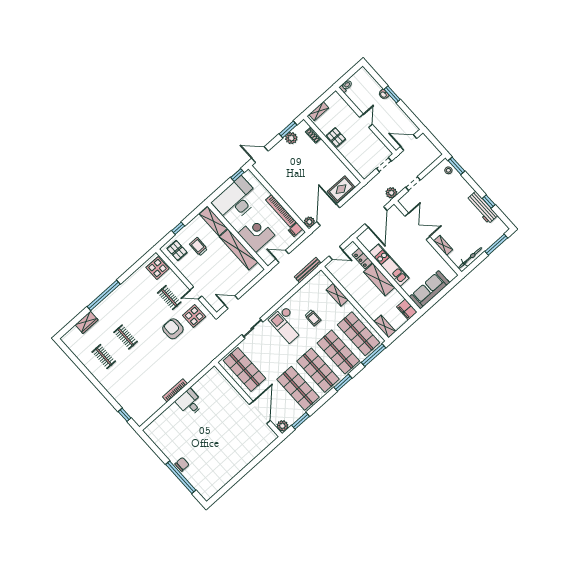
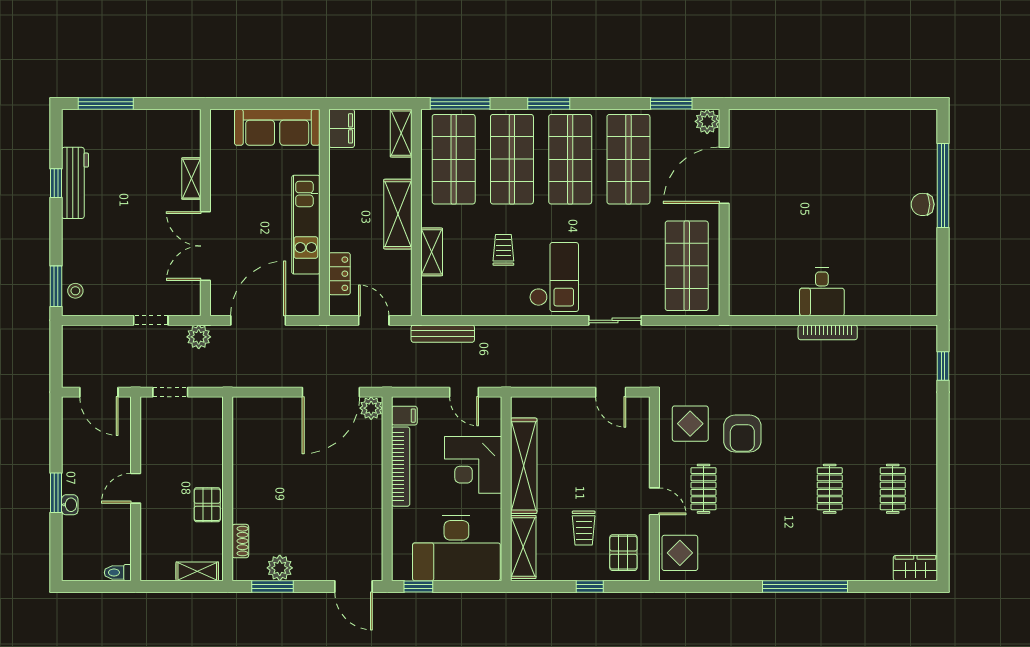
rug: (341, 189) -> (274, 415), removed
bicycle: (470, 258) -> (167, 120), removed
shelving: (379, 280) -> (398, 214), moved
door: (196, 293) -> (654, 501), moved
wardrobe: (87, 322) -> (915, 568), moved

